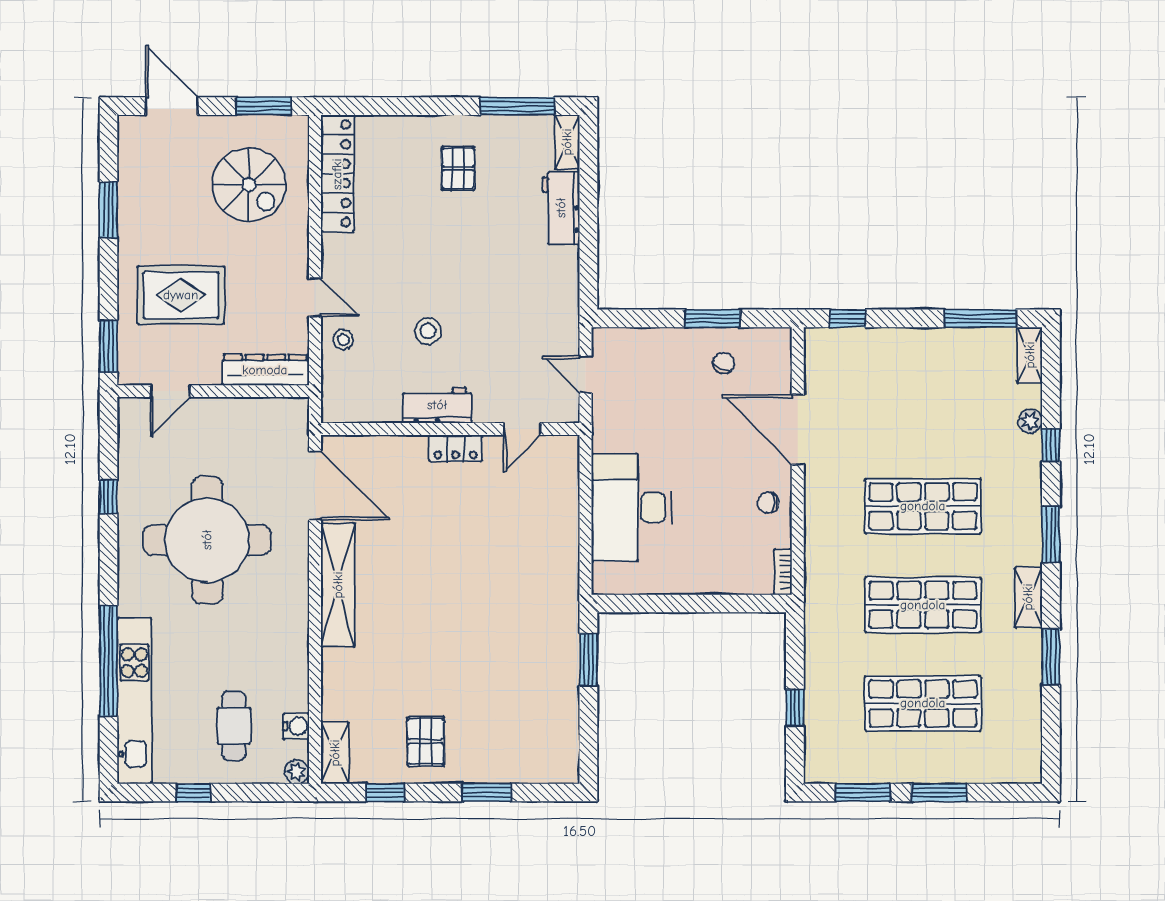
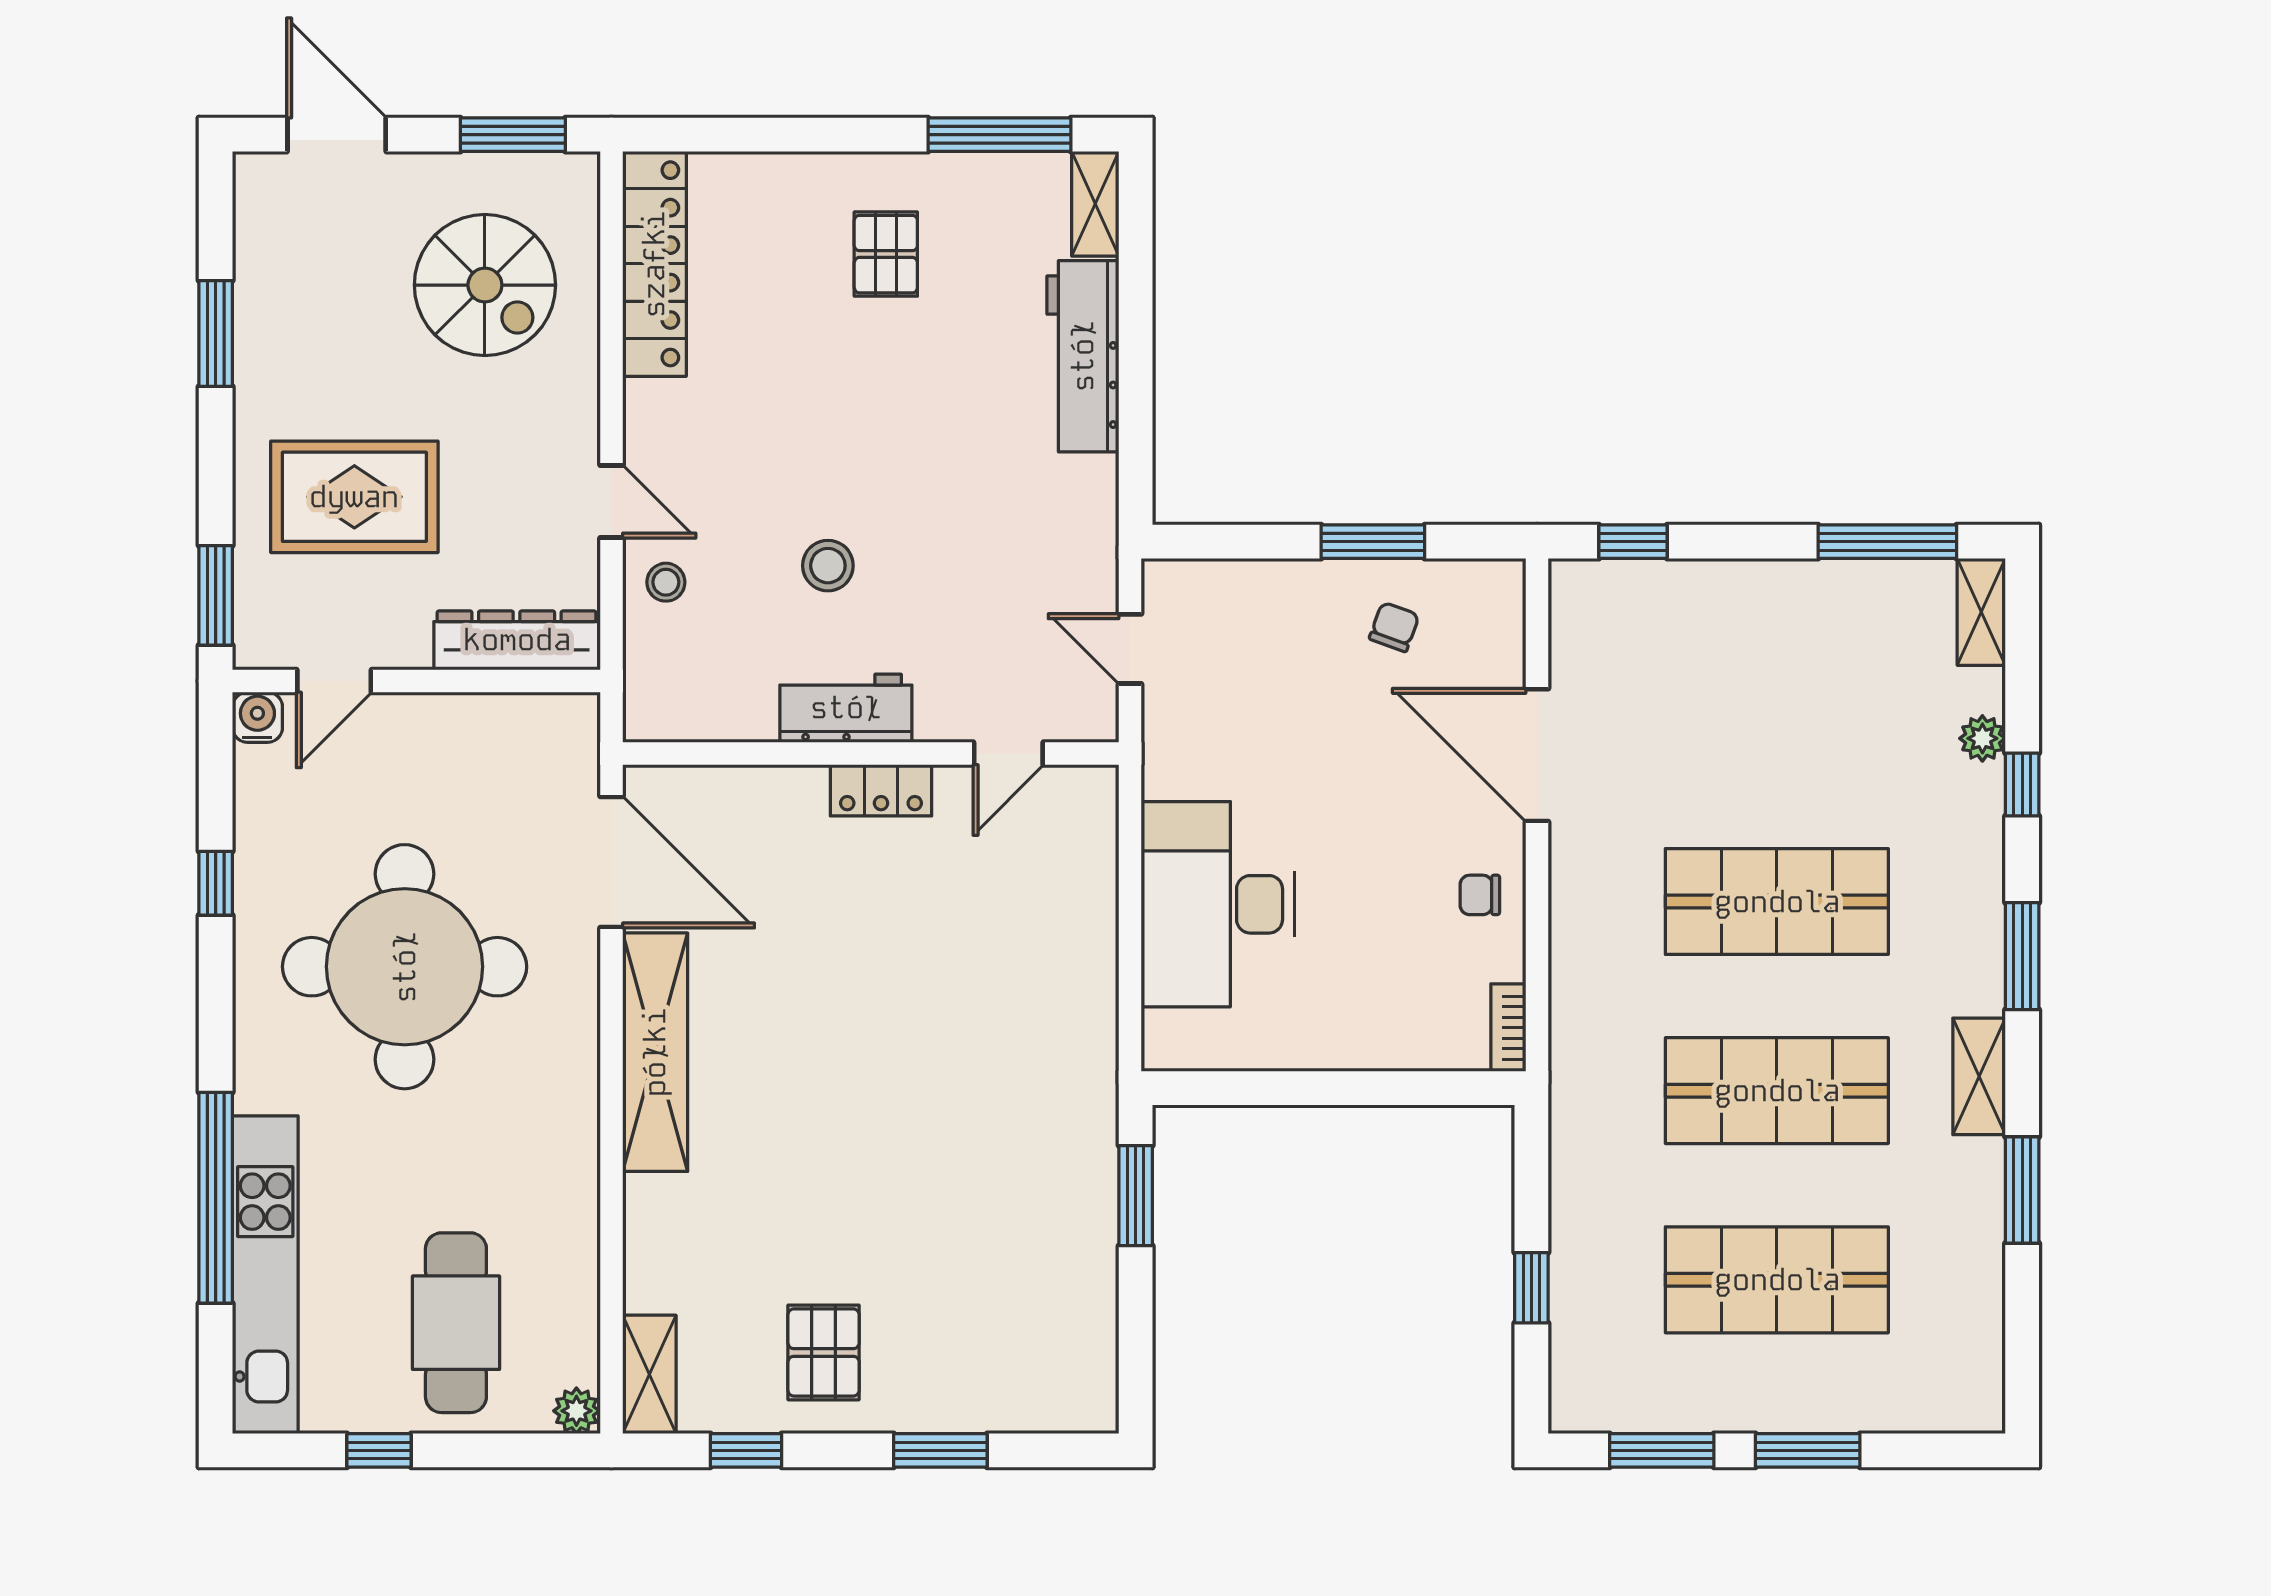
workbench: (561, 208) -> (1083, 356), width x1.38
cafe table: (234, 726) -> (456, 1323), width x1.37, depth x1.35
water cooler: (296, 726) -> (257, 717), moved, turned -90

